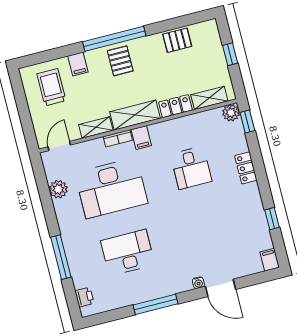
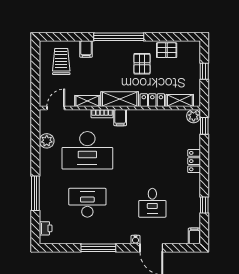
pallet: (120, 61) -> (142, 64), moved
desk: (191, 168) -> (152, 203), moved

